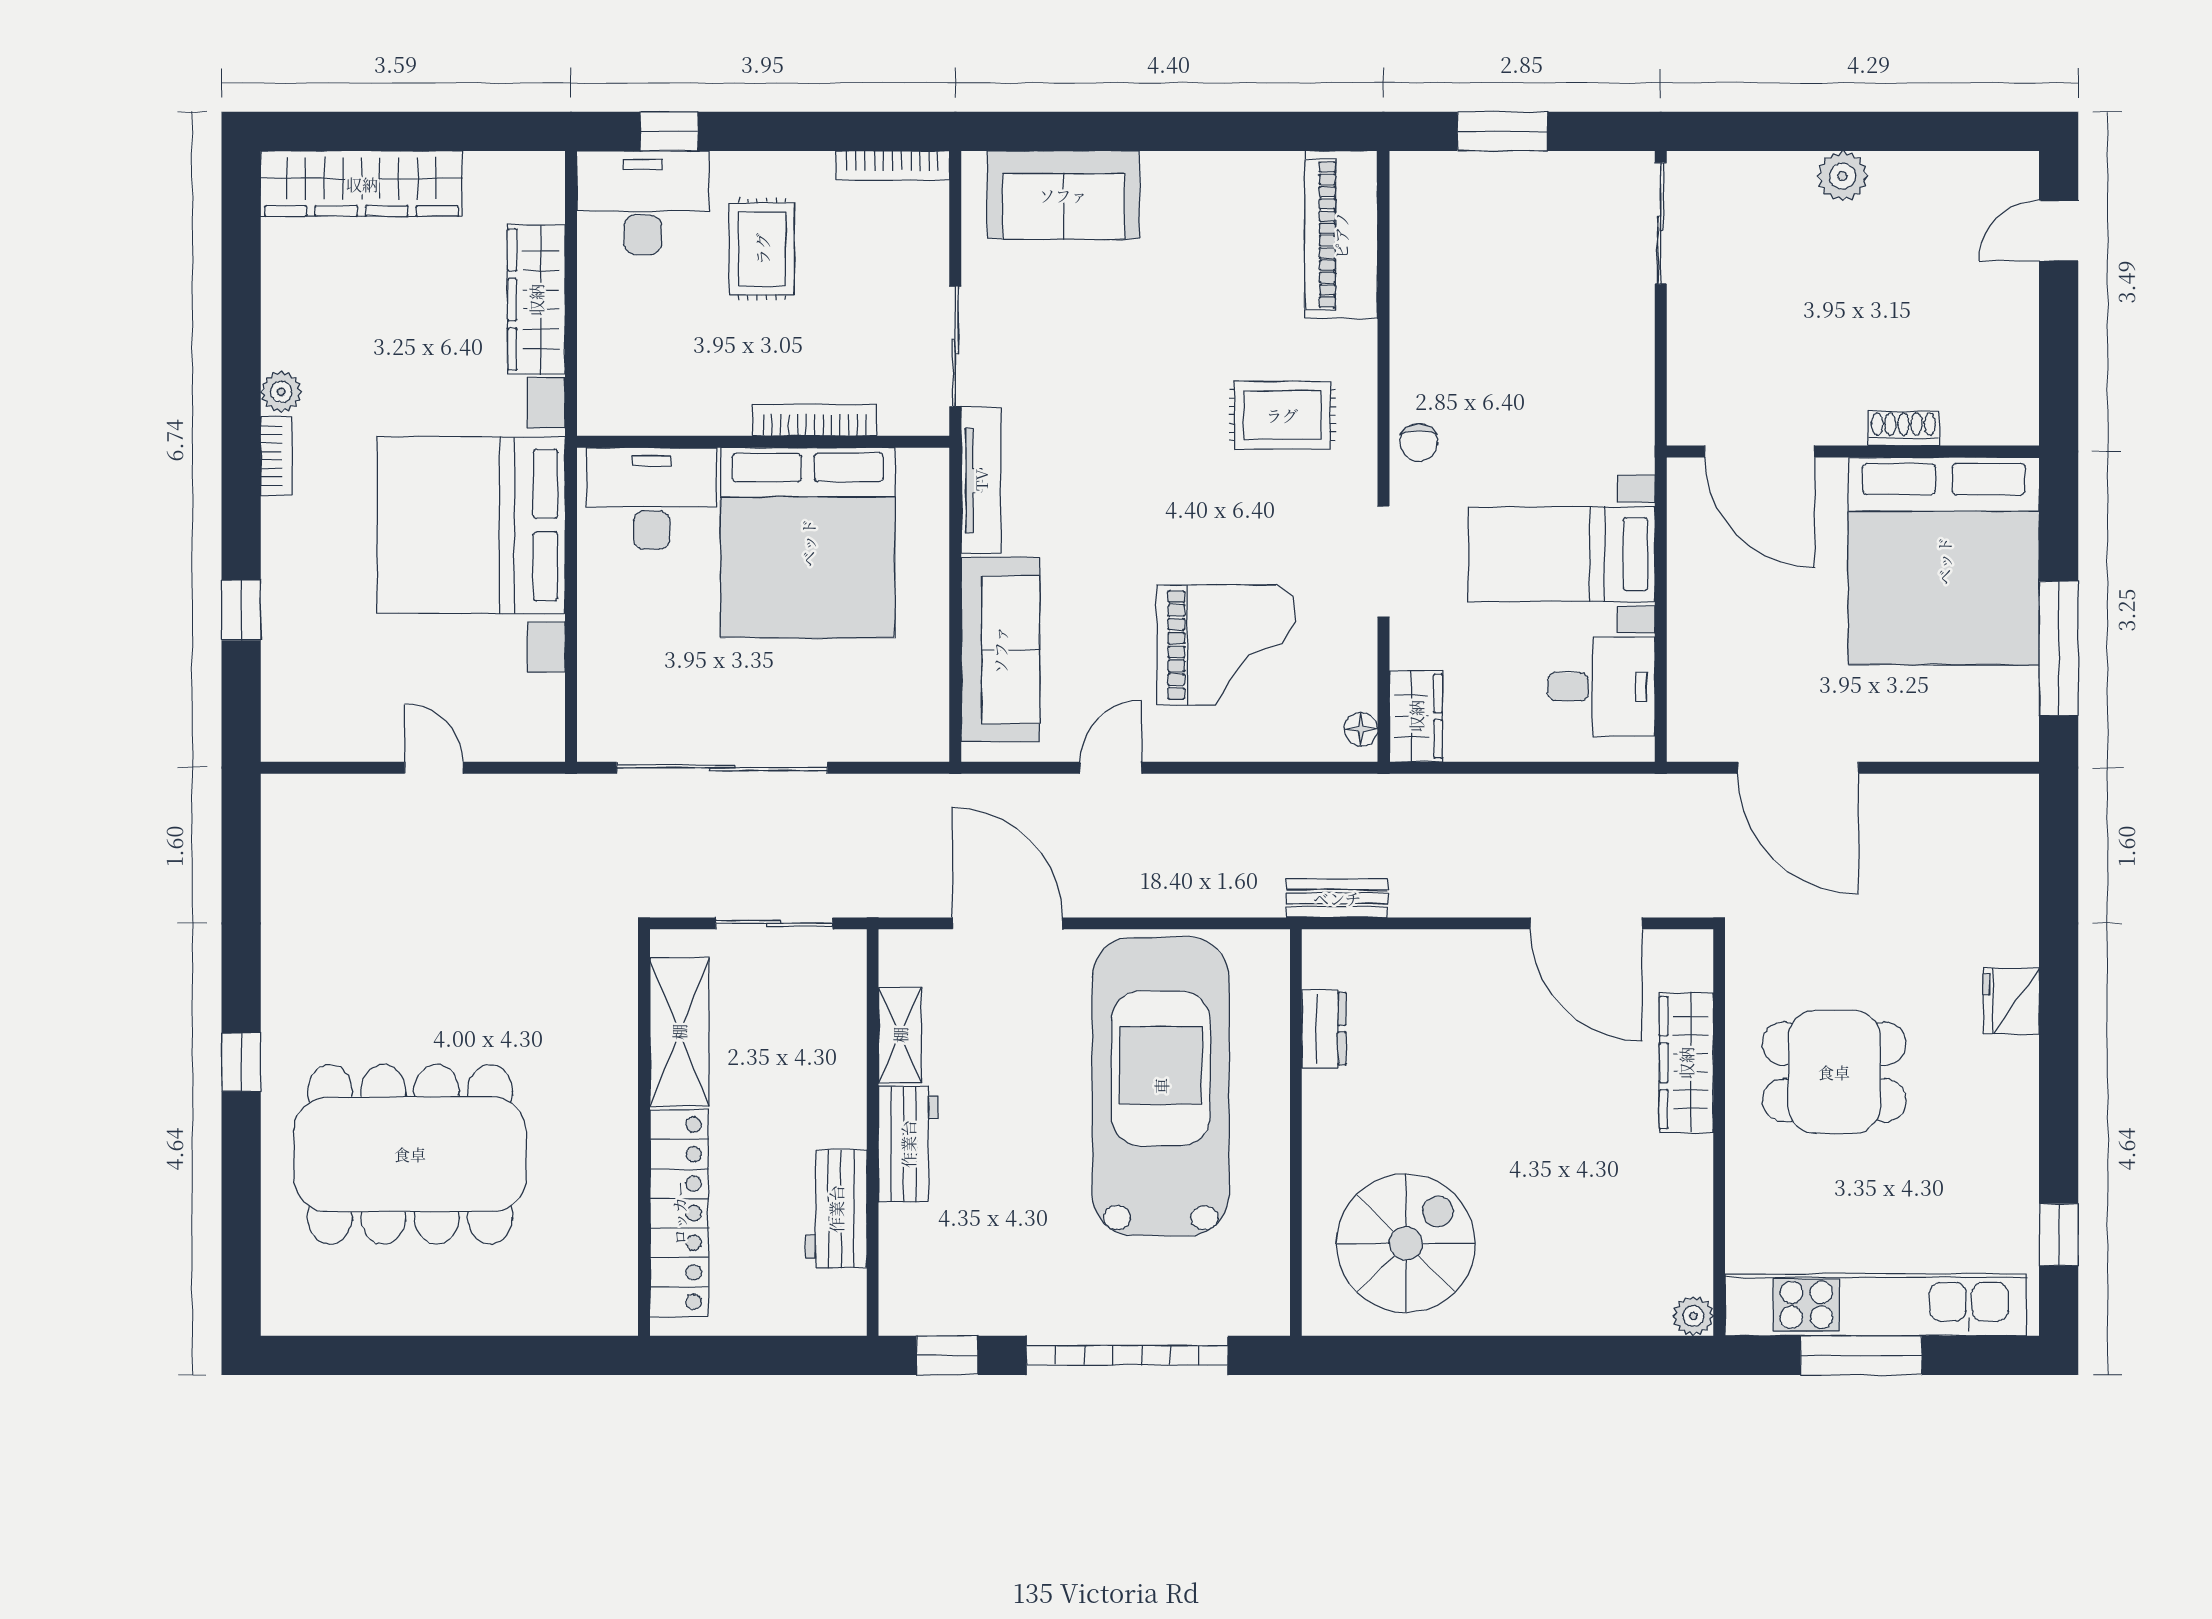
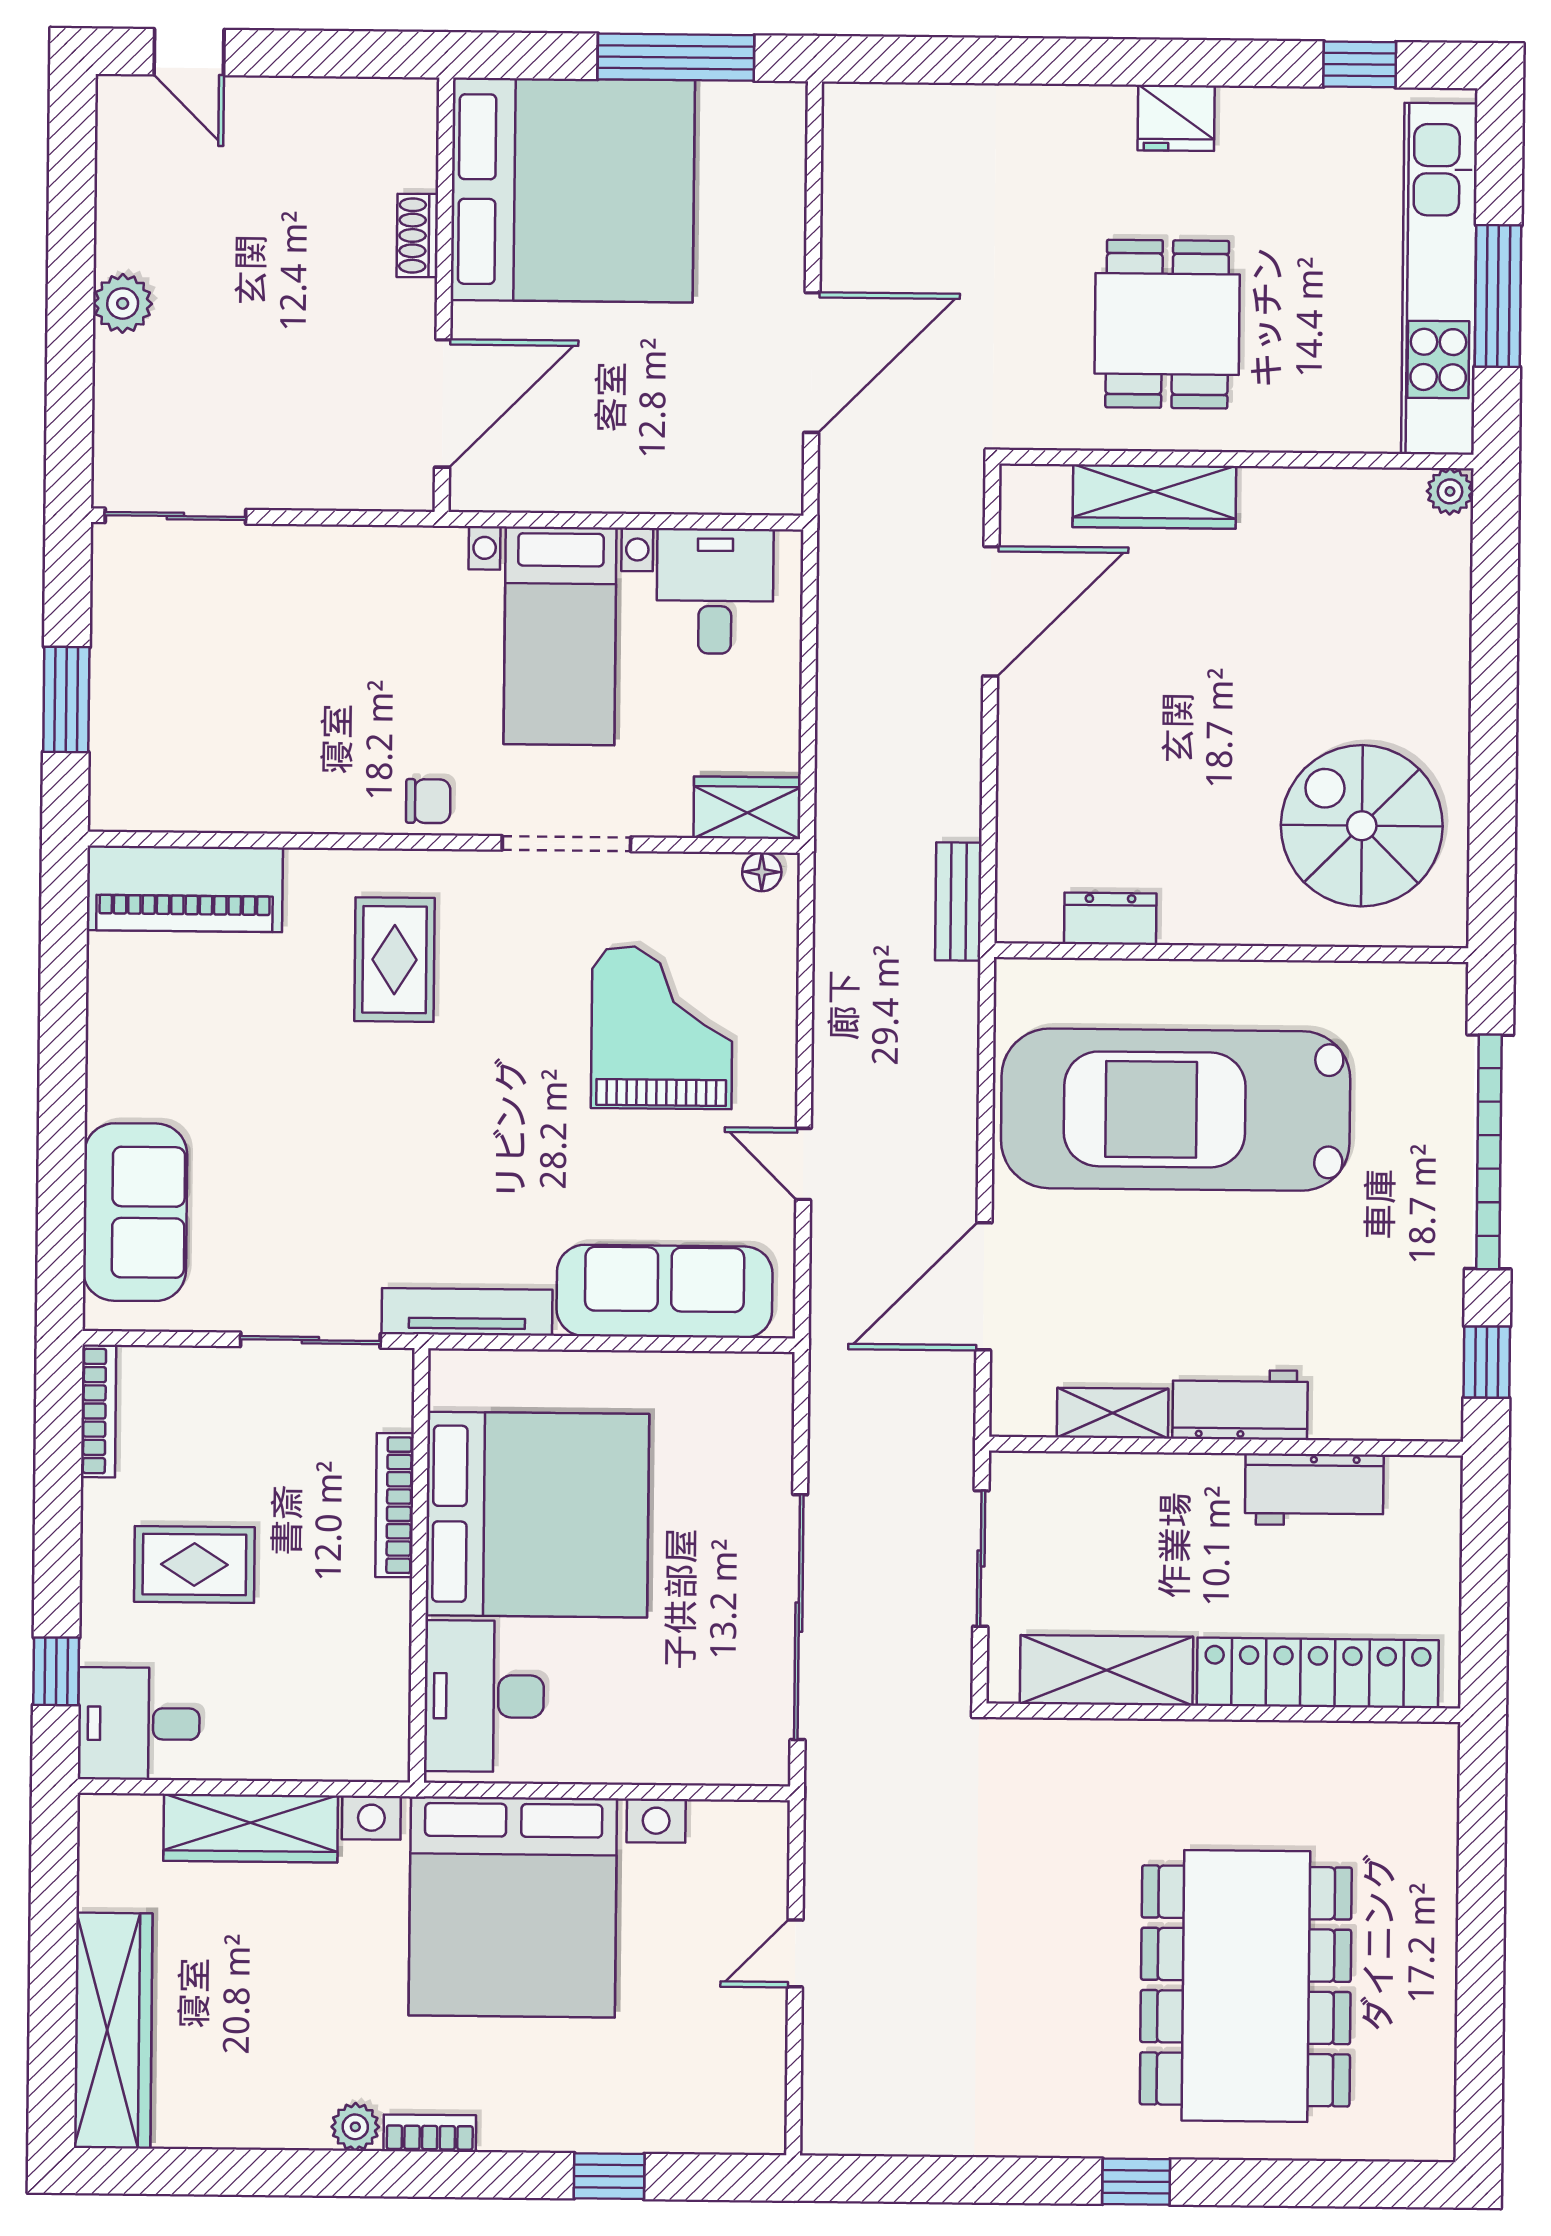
desk: (643, 203) -> (139, 1724), width x0.73
fridge: (2011, 1001) -> (1176, 118), moved

